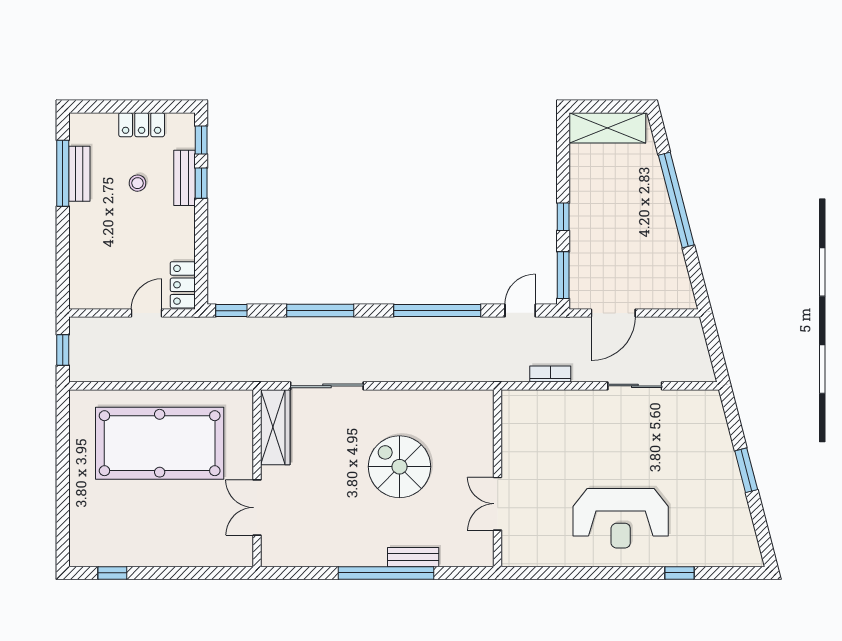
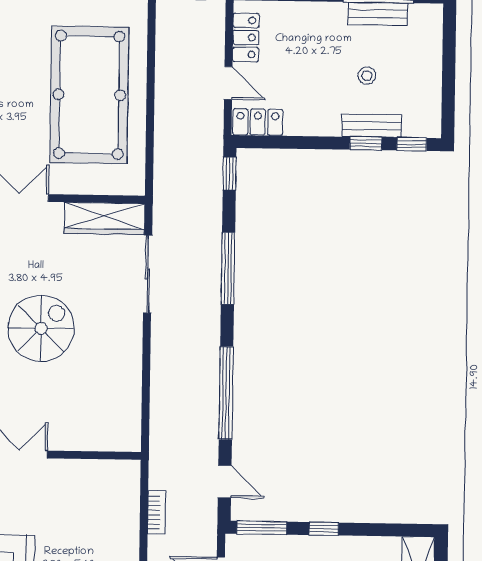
locker: (142, 125) -> (246, 37), moved, turned 180
spiral stairs: (399, 467) -> (41, 328), moved

